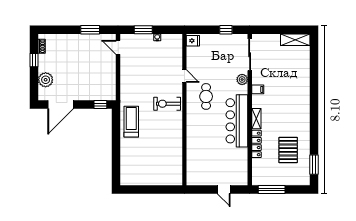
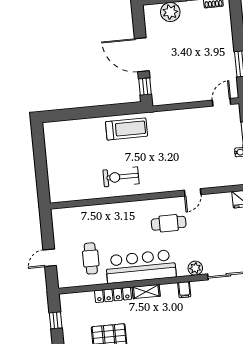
door: (61, 104) -> (142, 55), moved
exercise bike: (167, 104) -> (121, 177), moved, turned -90
cafe table: (227, 158) -> (91, 258), added
window: (272, 189) -> (56, 320), width x0.46

